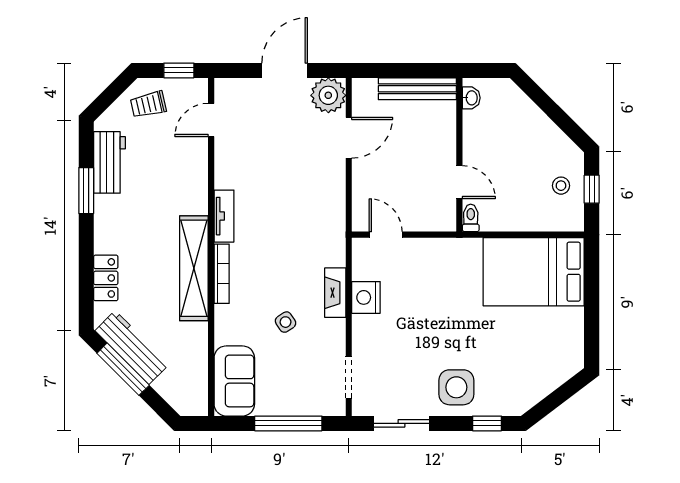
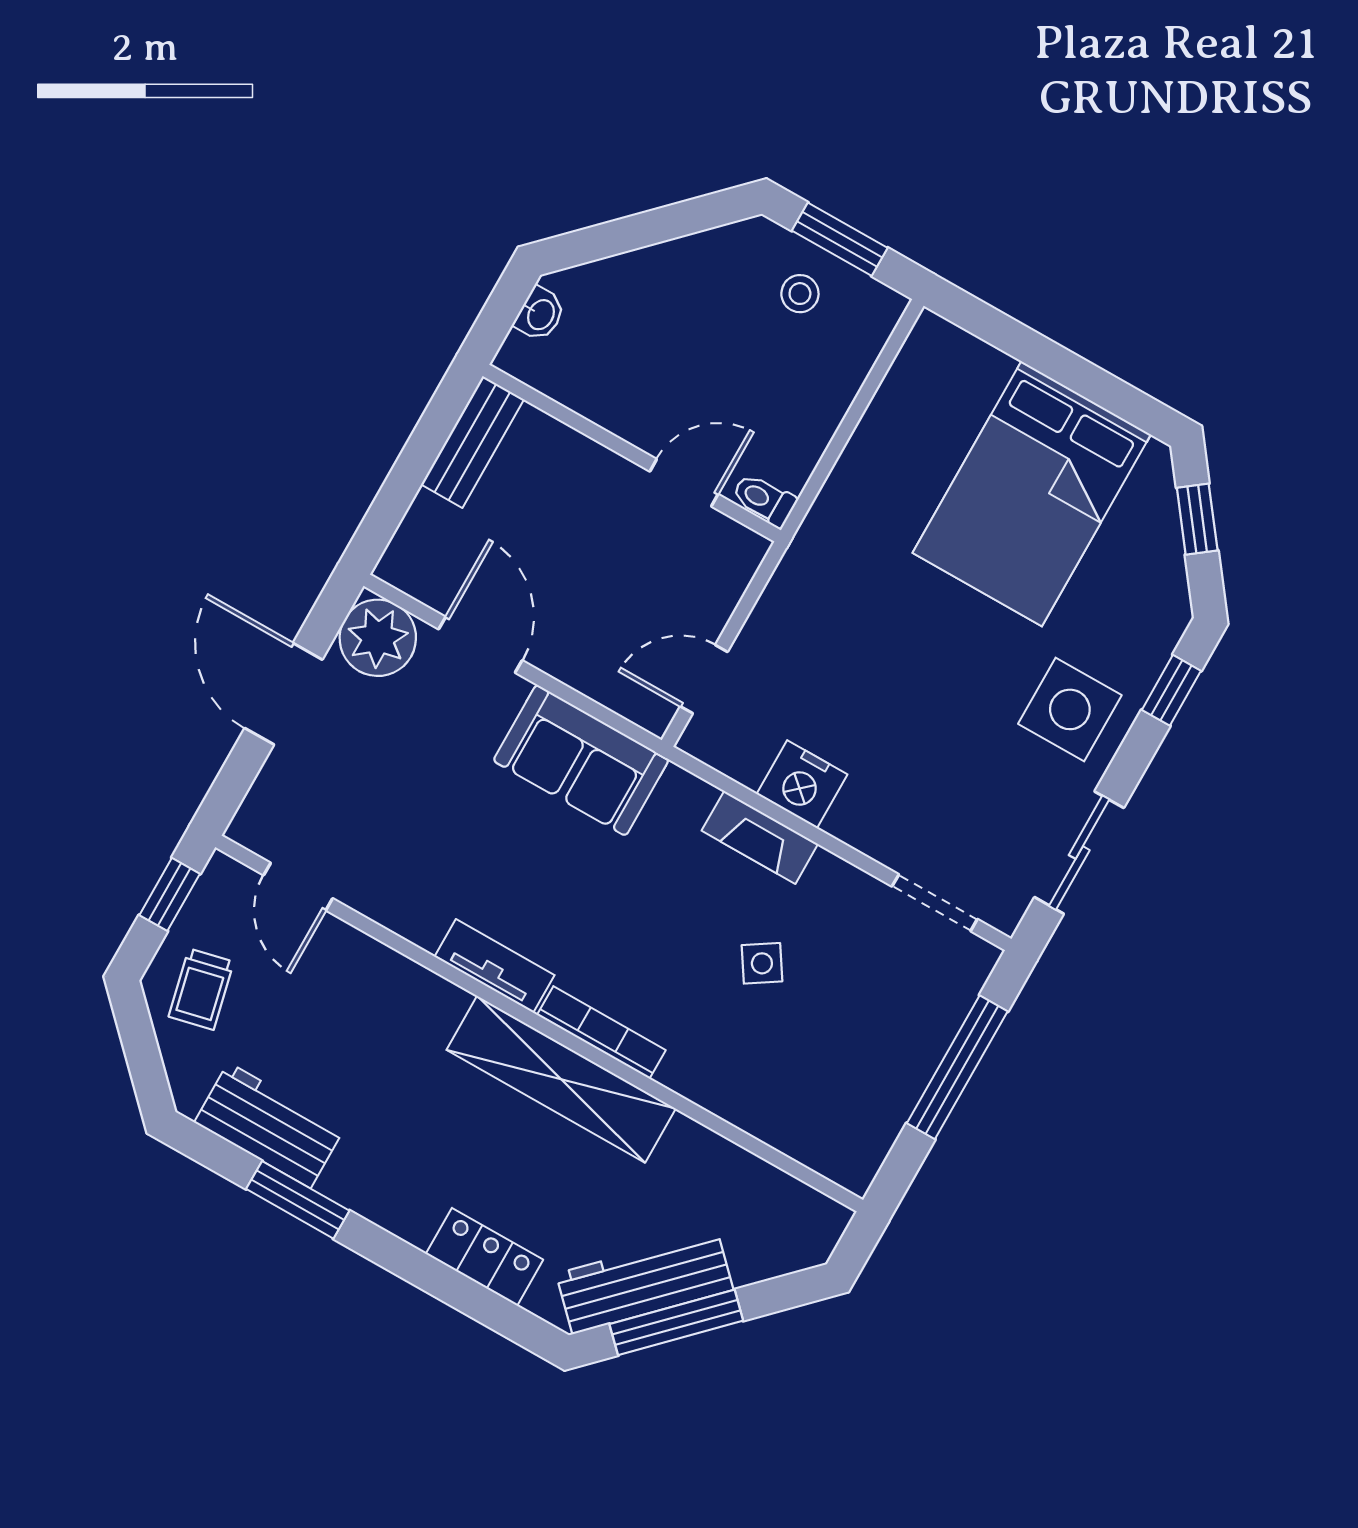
bench: (417, 89) -> (473, 442), width x0.73
washbasin: (471, 98) -> (540, 314), moved, turned 90
window: (592, 189) -> (840, 239), width x1.50
bed: (534, 272) -> (1032, 494), moved
sofa: (234, 381) -> (581, 760), moved, turned 180
window: (561, 395) -> (1197, 519), added

